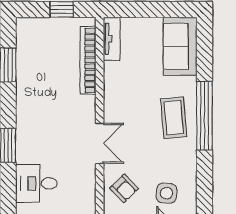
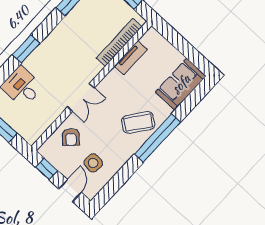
tv unit: (112, 39) -> (131, 58), moved
coffee table: (174, 118) -> (138, 123), turned 42

